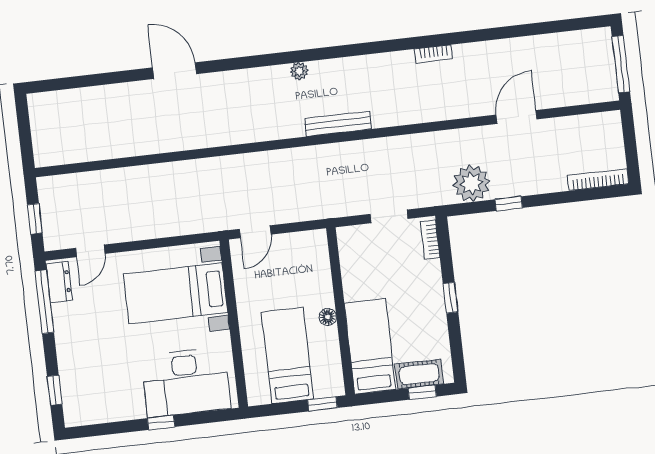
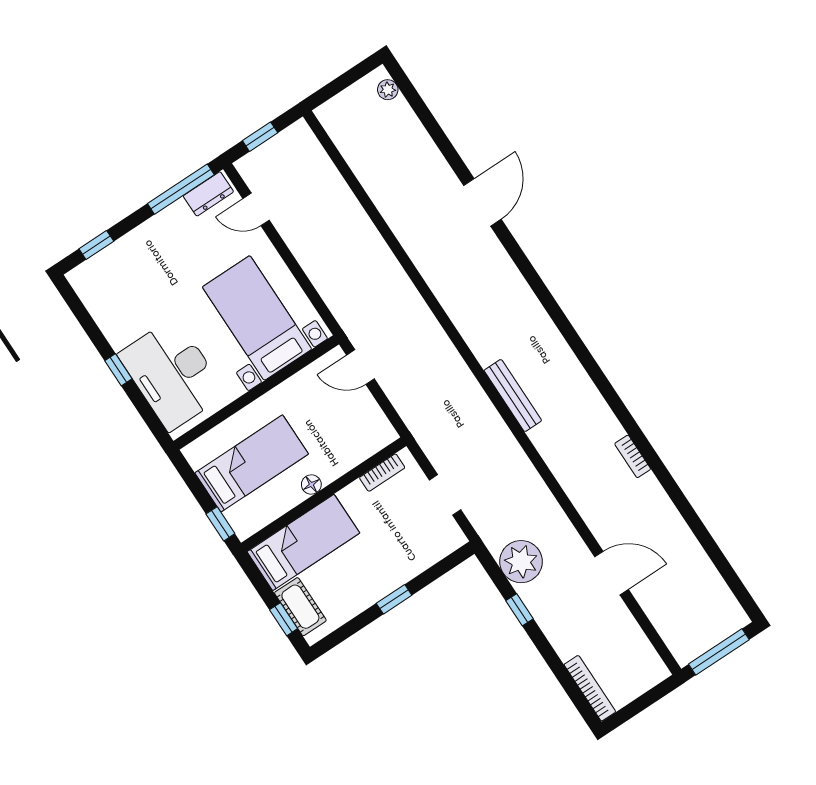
plant: (299, 71) -> (388, 90), moved
bookcase: (430, 240) -> (382, 473), moved, turned 180

